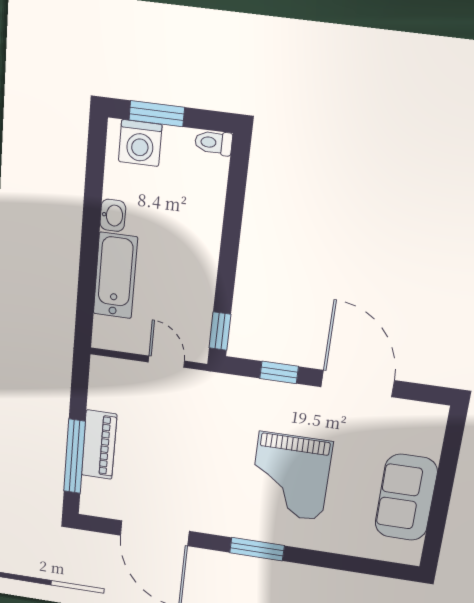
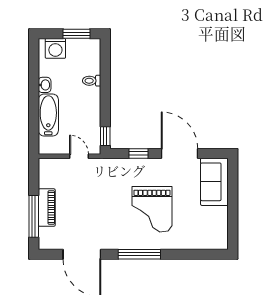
window: (157, 114) -> (76, 34), moved
toilet: (214, 143) -> (92, 81), moved
sofa: (406, 498) -> (214, 182), moved
window: (257, 549) -> (139, 254), width x1.44

